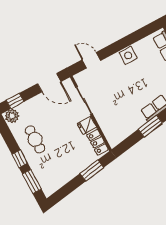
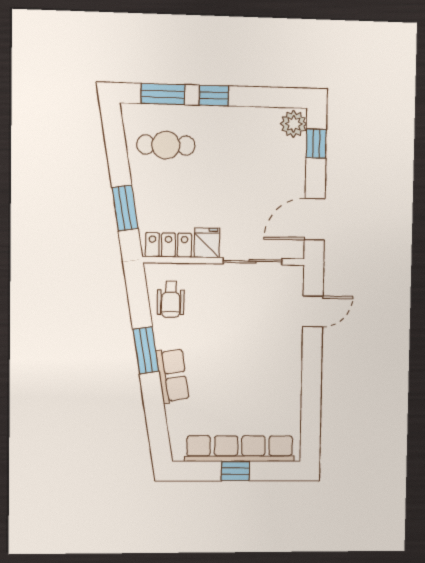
side table: (128, 55) -> (286, 378), removed
wheelchair: (121, 128) -> (171, 299), added
cafe table: (35, 139) -> (166, 145), moved

